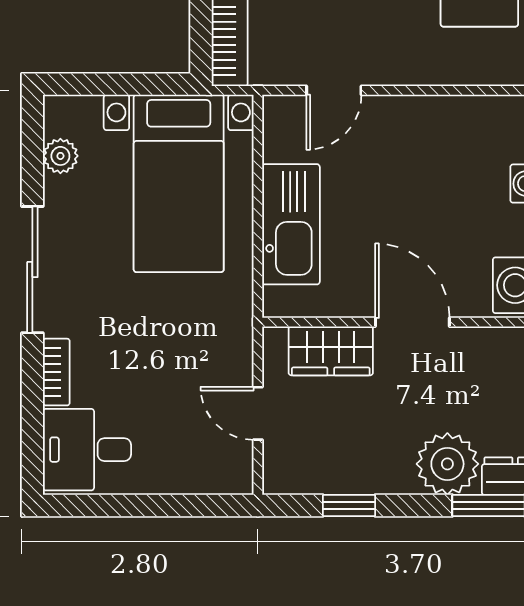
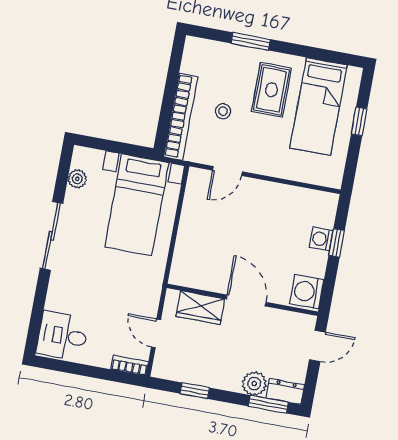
kitchen sink: (291, 224) -> (192, 237), removed
bookcase: (56, 372) -> (130, 366), moved, turned -90
plant: (447, 464) -> (254, 384), width x0.73, depth x0.73

